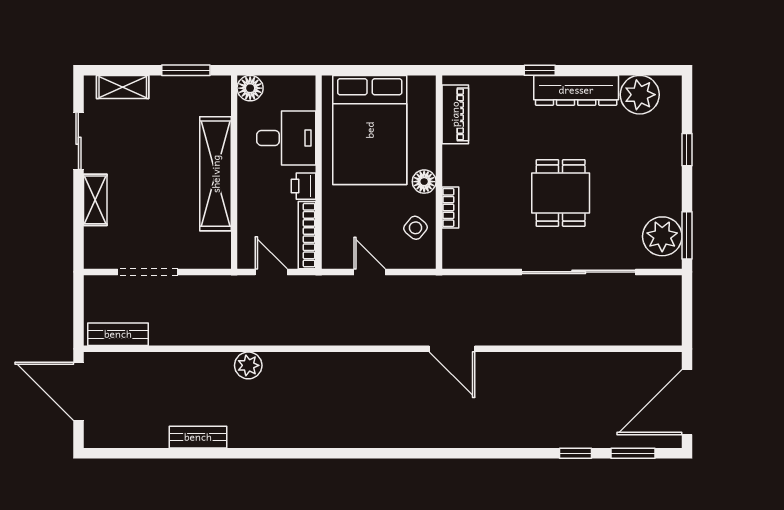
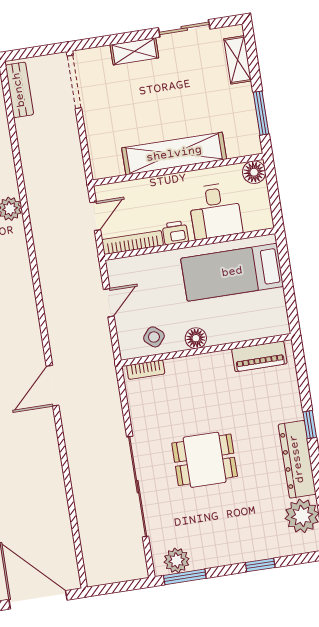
bed: (370, 130) -> (232, 272), width x0.67
bookcase: (450, 208) -> (146, 370), moved
plant: (662, 236) -> (177, 561), width x0.73, depth x0.73
doorway: (148, 272) -> (74, 82), moved

